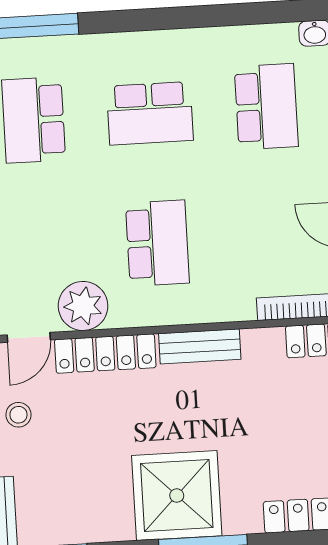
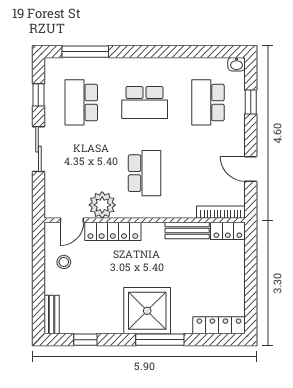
school desk: (266, 107) -> (208, 102), turned 180
bench: (200, 346) -> (187, 231), moved

